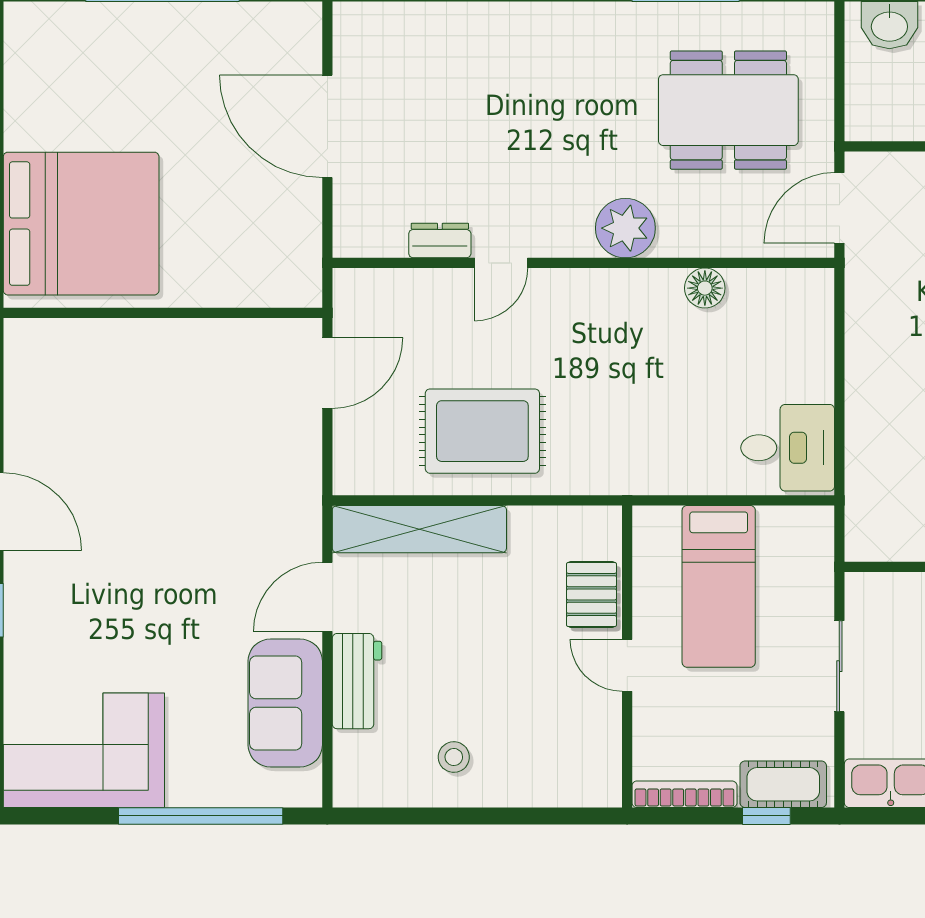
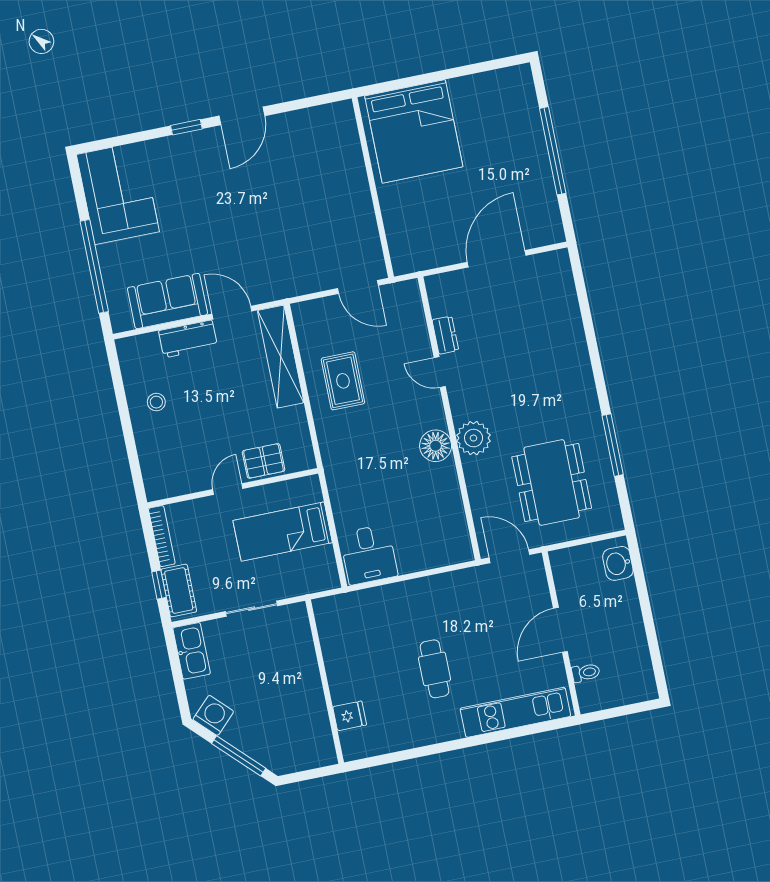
floor lamp: (705, 288) -> (436, 446), moved, width x1.38, depth x1.38
rug: (482, 431) -> (343, 381), width x0.73, depth x0.70

